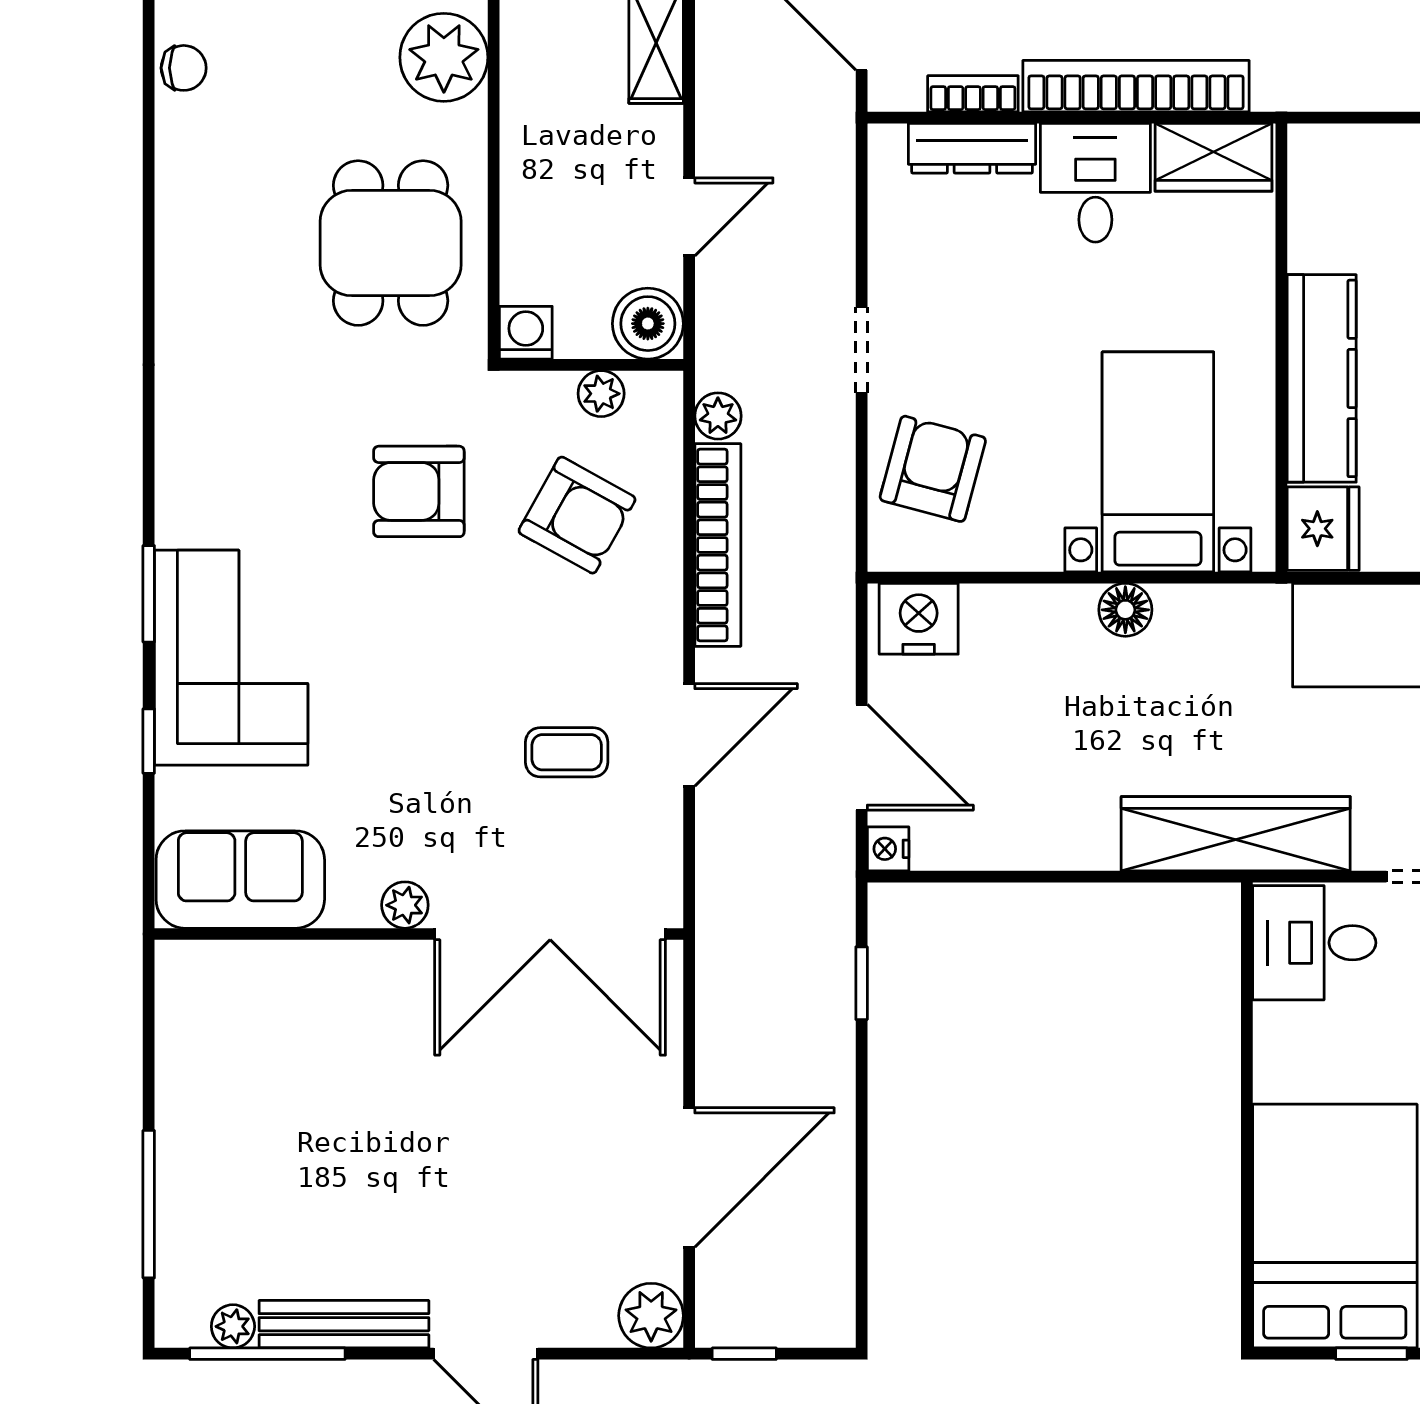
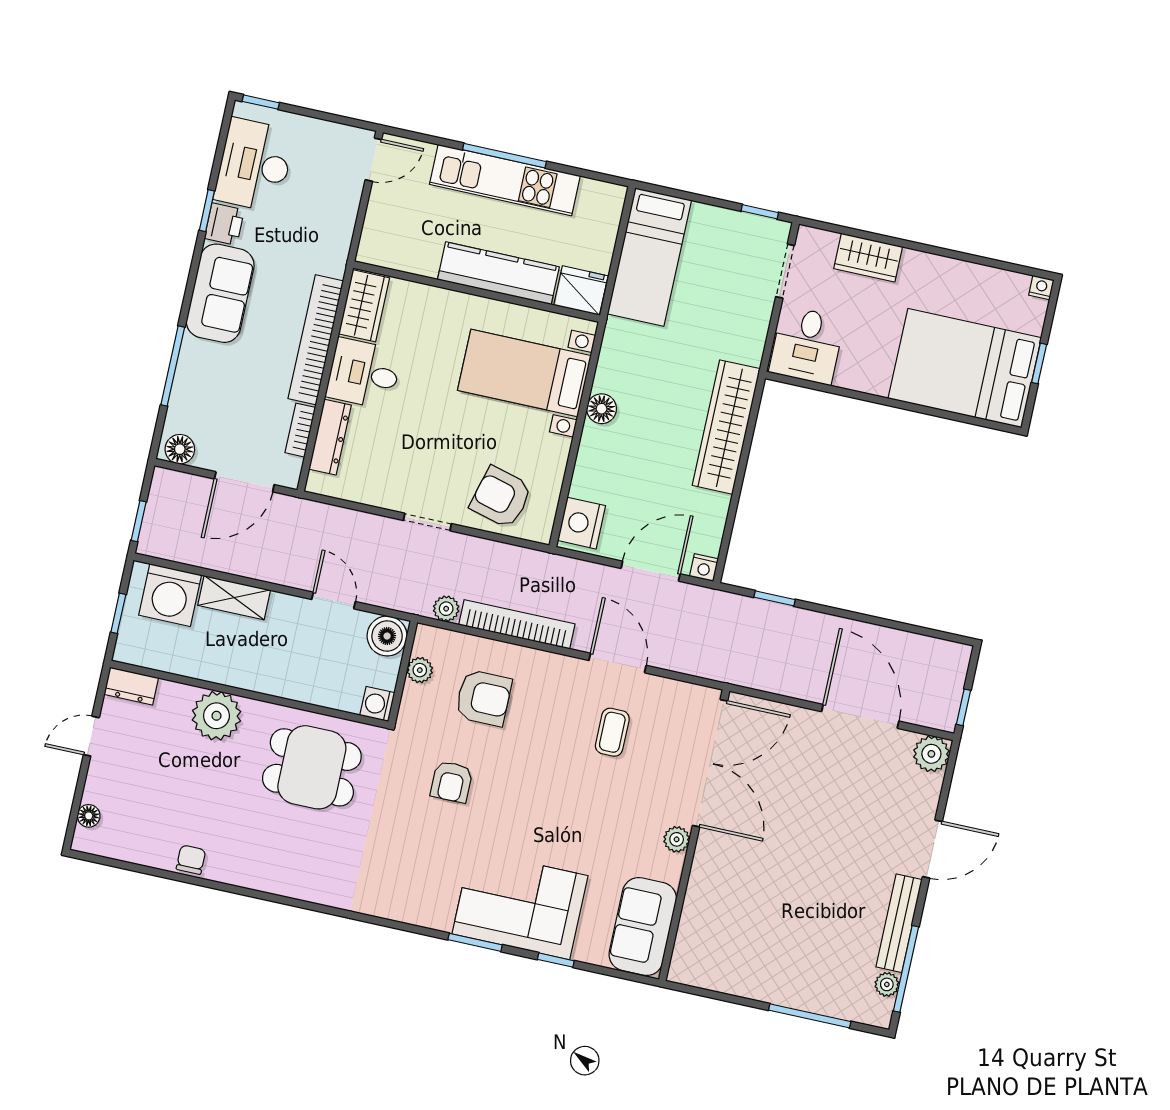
armchair: (419, 491) -> (452, 782), width x0.72, depth x0.72
armchair: (577, 515) -> (484, 698), turned 61
wardrobe: (1236, 834) -> (726, 427), moved

